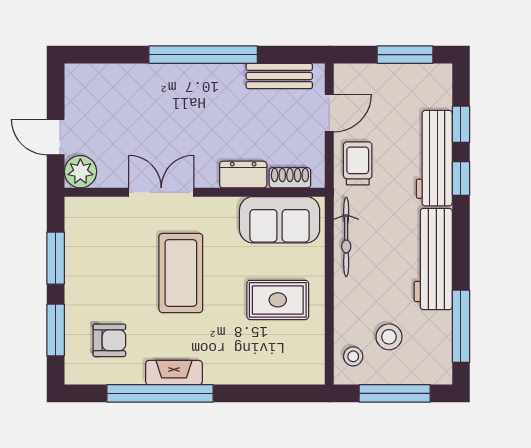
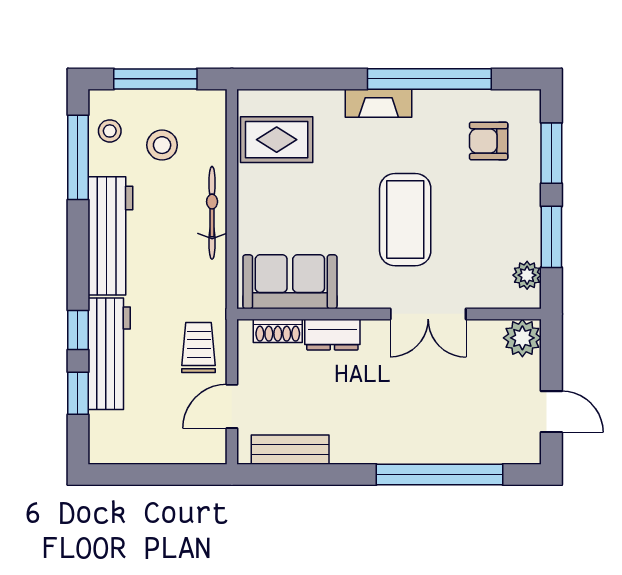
window: (203, 55) -> (440, 475), moved
window: (405, 55) -> (143, 475), removed
door: (56, 137) -> (551, 412), moved
trolley: (358, 163) -> (199, 348), turned 180
plant: (76, 225) -> (527, 275), added
bicycle: (346, 237) -> (212, 213), moved
rug: (278, 300) -> (277, 140), moved
stool: (353, 356) -> (110, 131), moved
fireplace: (174, 373) -> (379, 103), moved

